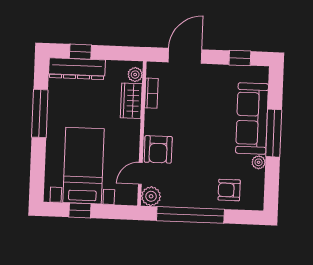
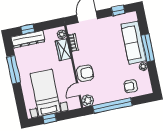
armchair: (158, 149) -> (85, 73), turned -90

